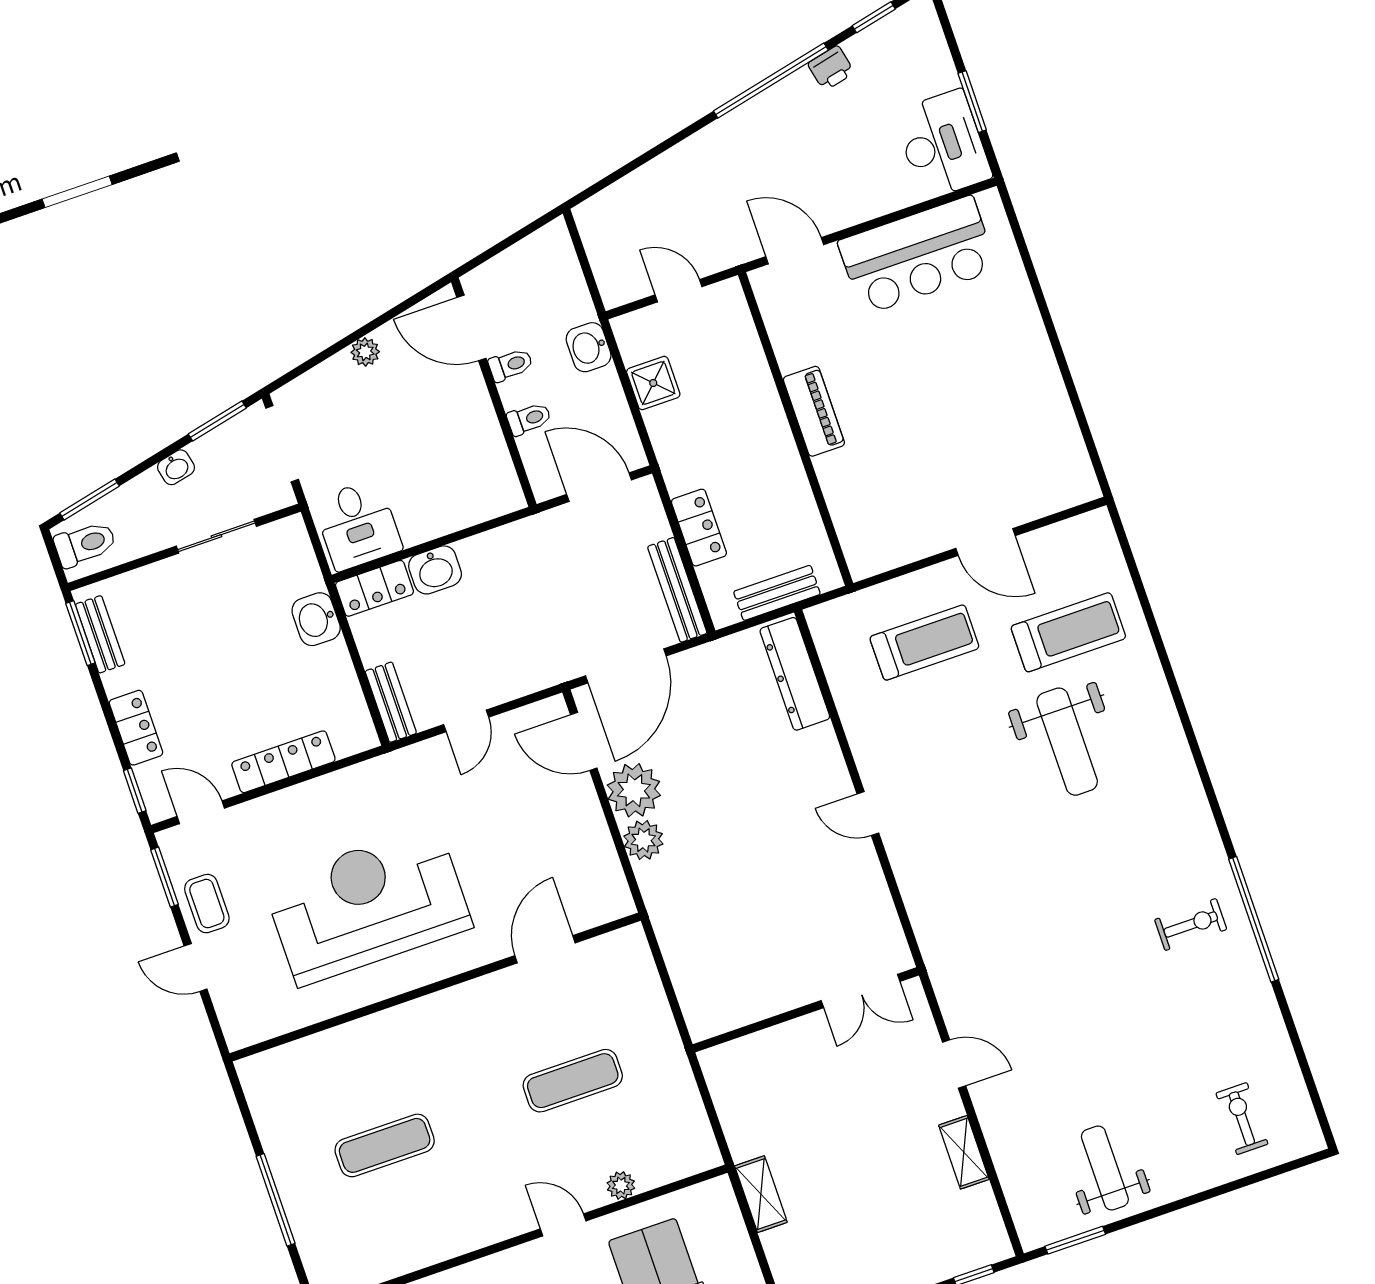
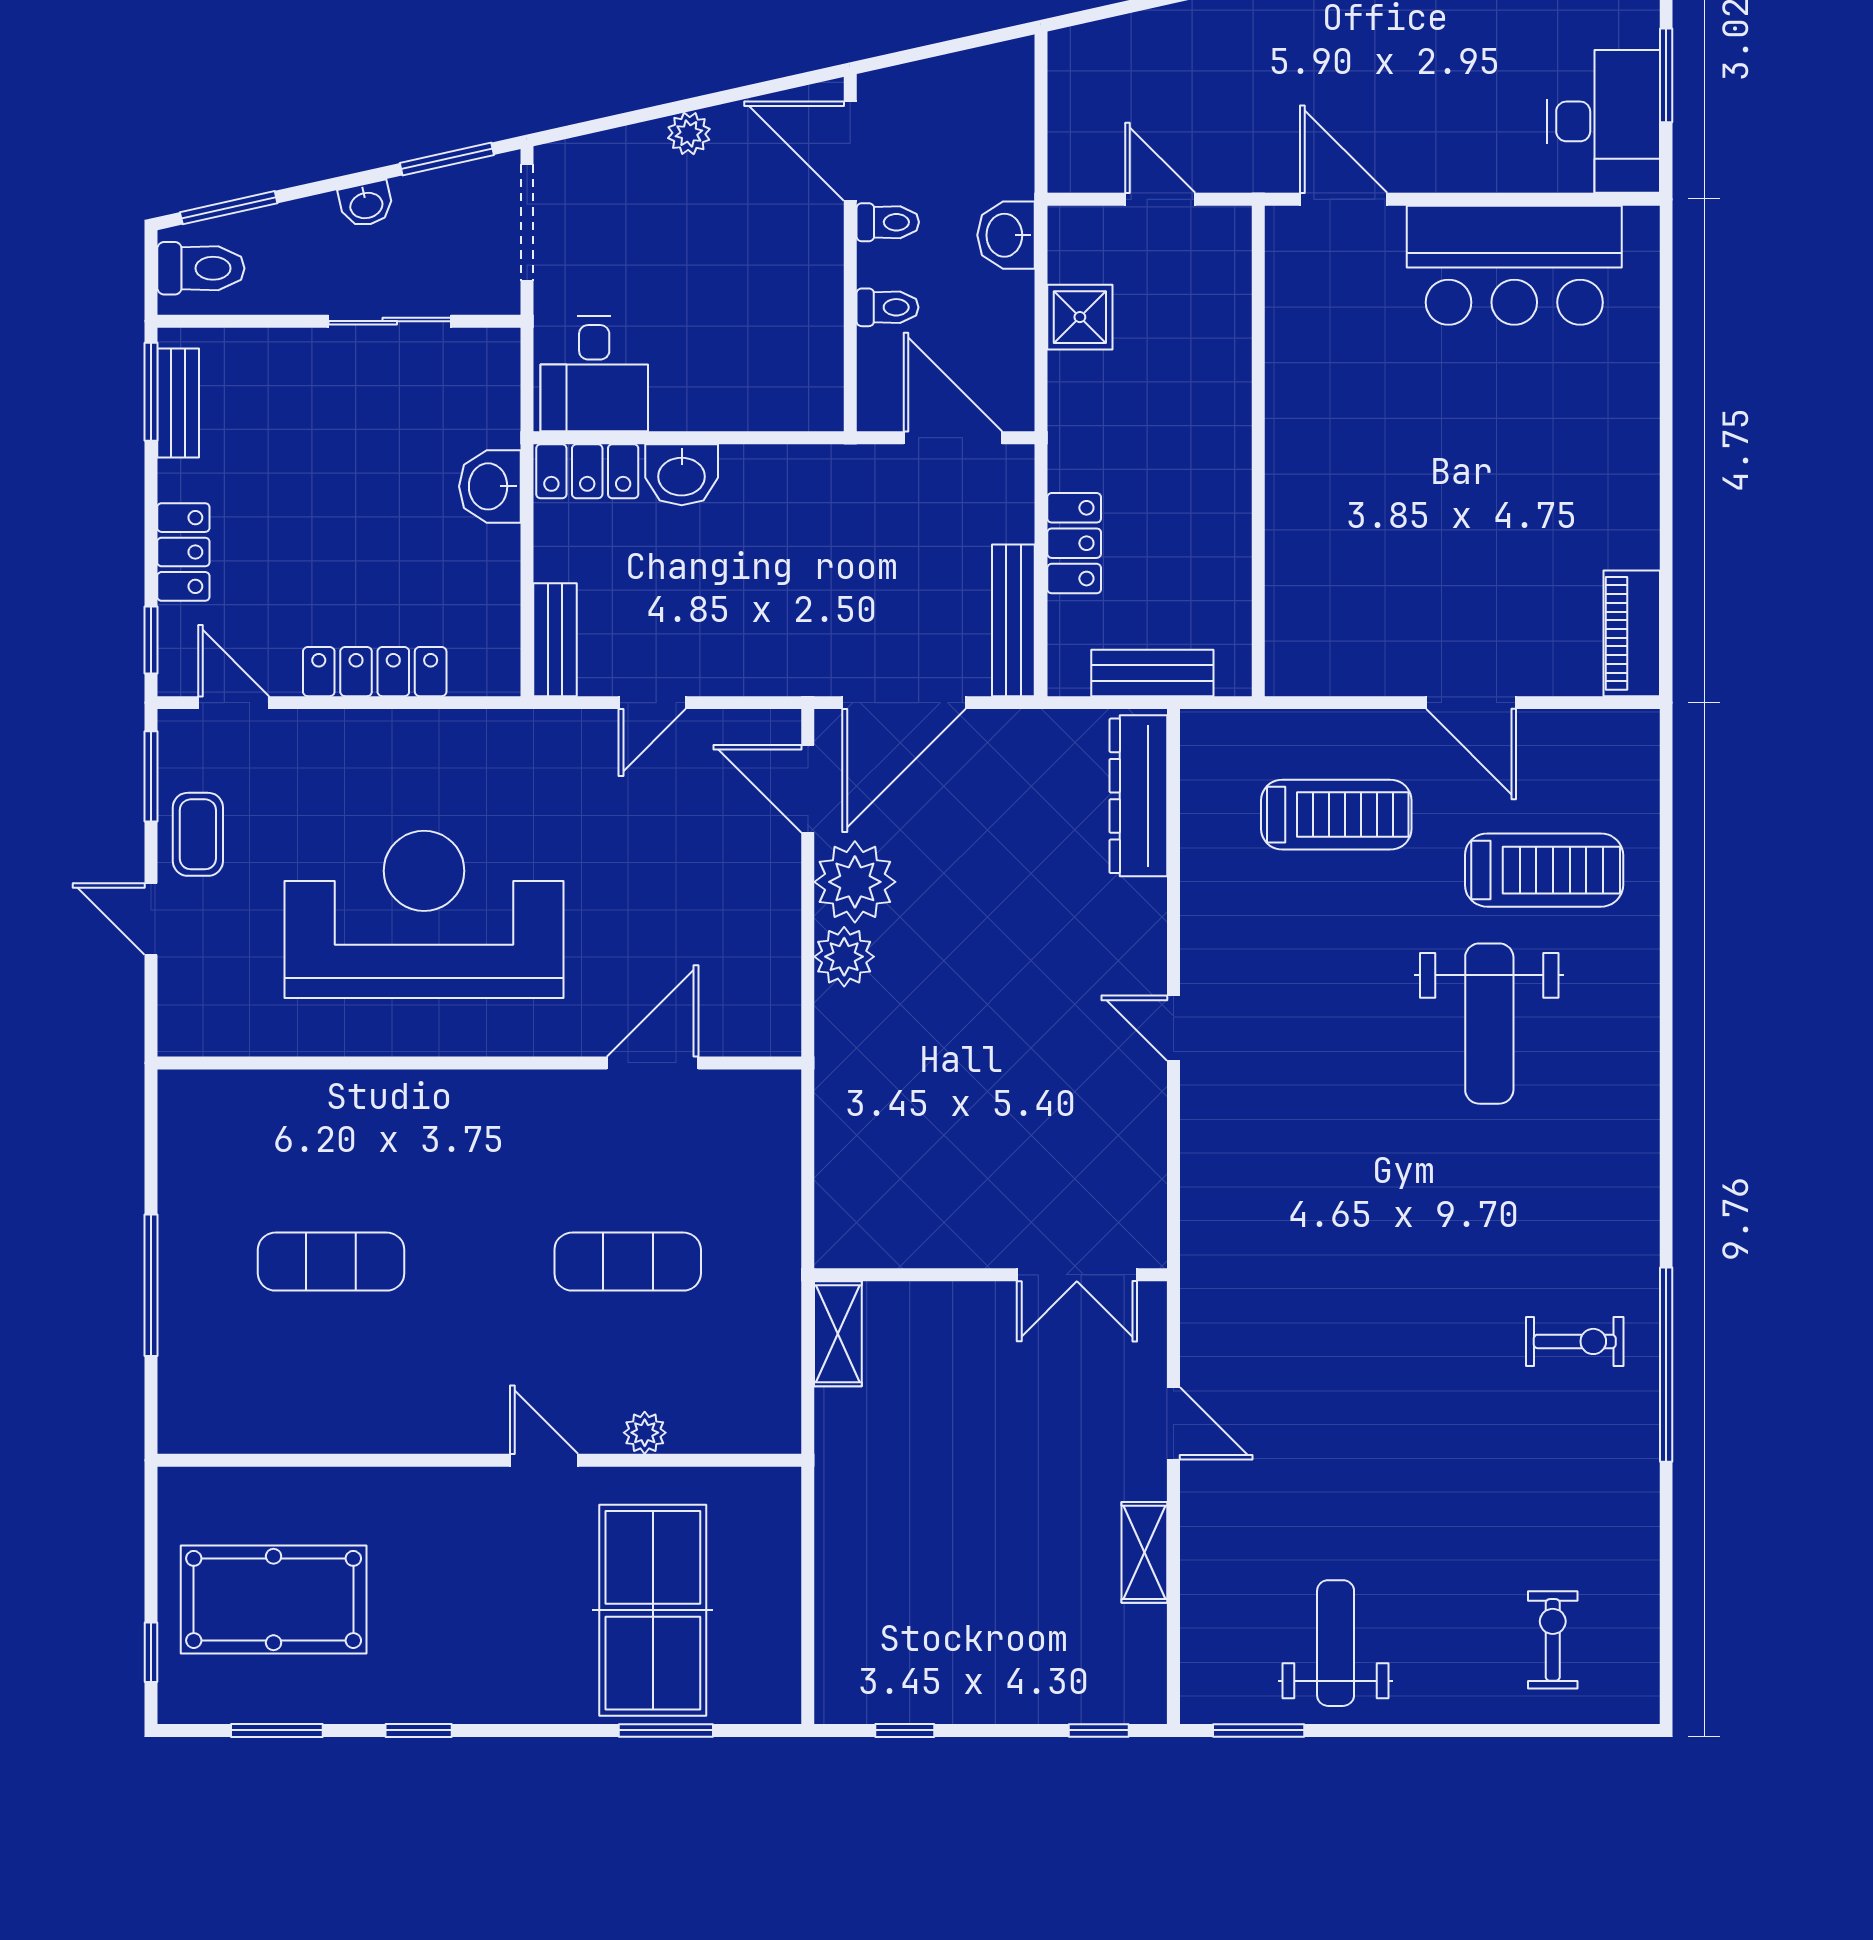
piano: (814, 411) -> (1632, 633), moved, turned 180
shelving: (761, 1194) -> (838, 1334), moved

